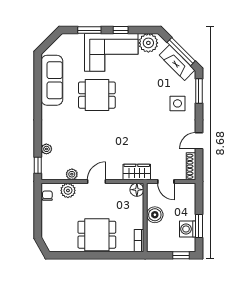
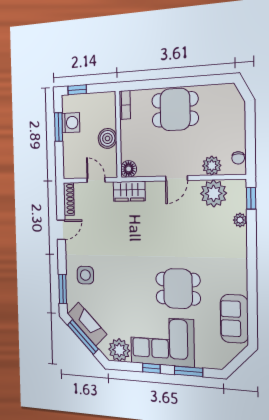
sofa: (52, 80) -> (234, 319), width x0.73
plant: (72, 174) -> (214, 193), width x1.88, depth x1.88

